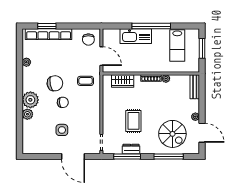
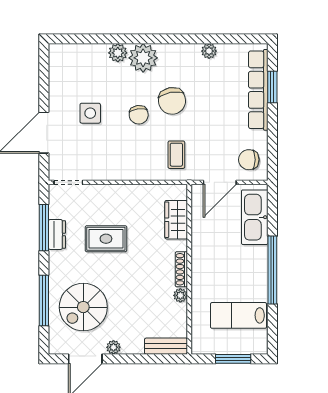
kitchen sink: (136, 36) -> (255, 217), moved

